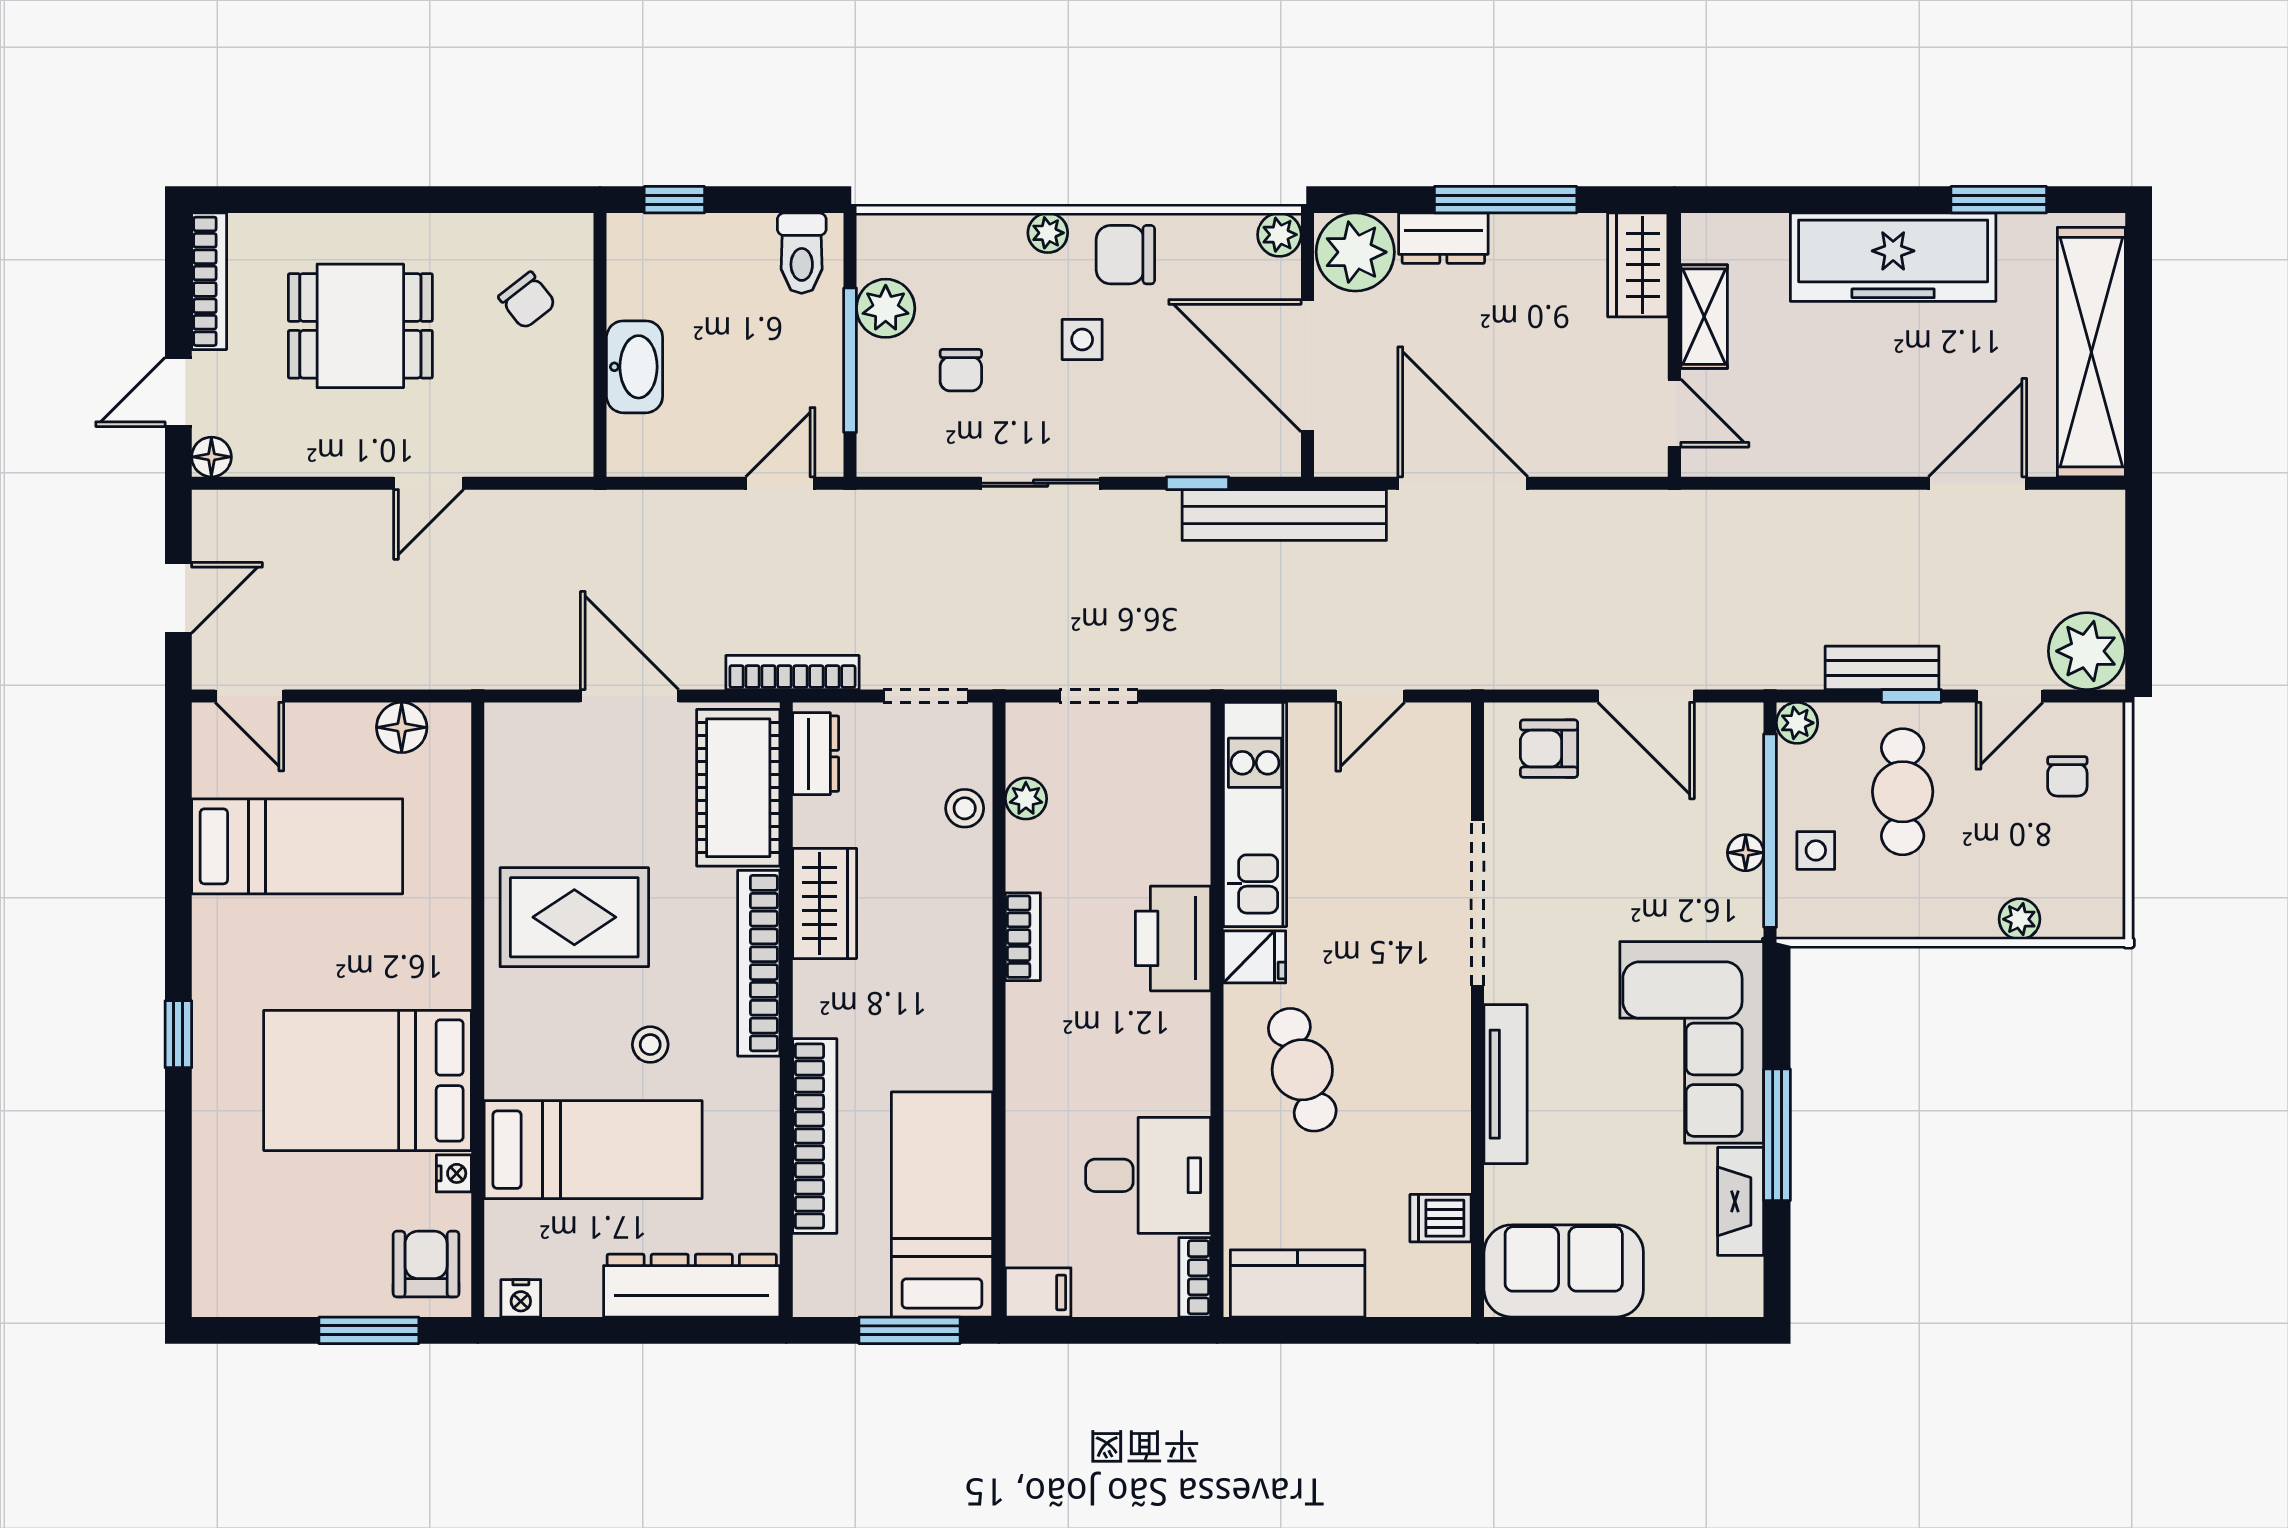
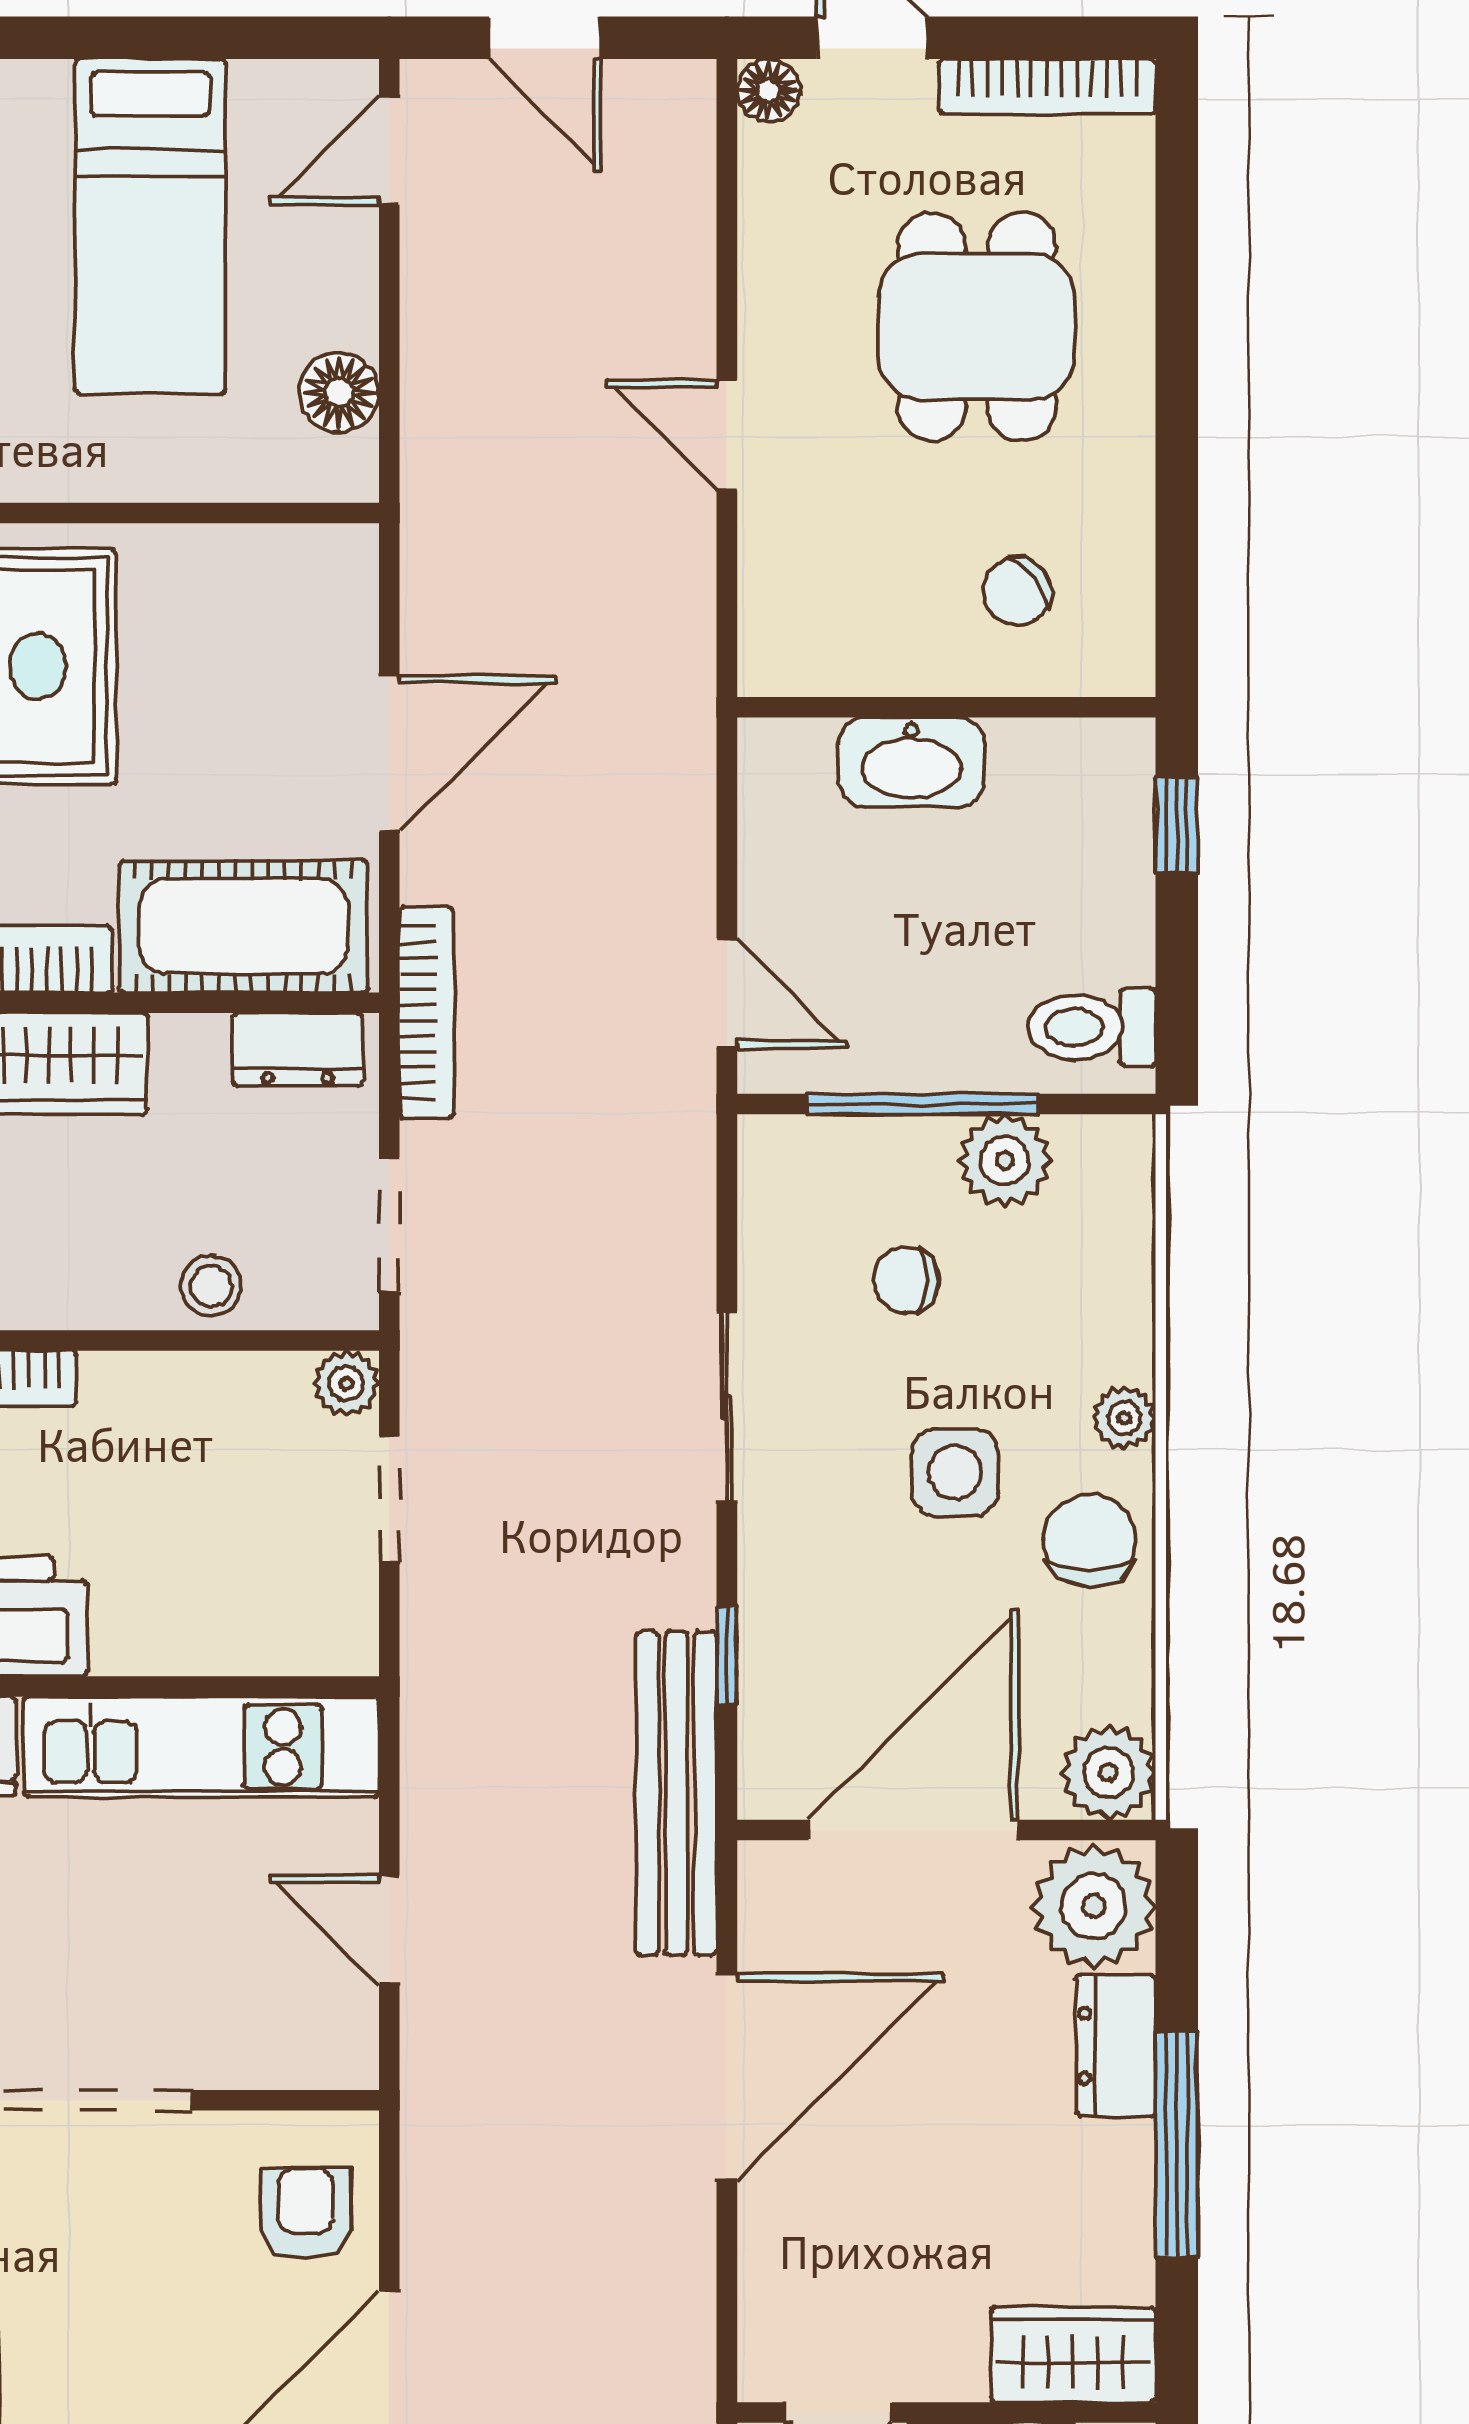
plant: (1279, 235) -> (1108, 1773), width x1.38, depth x1.38
side table: (1082, 340) -> (955, 1472), width x1.37, depth x1.37
plant: (1026, 799) -> (346, 1383), moved

